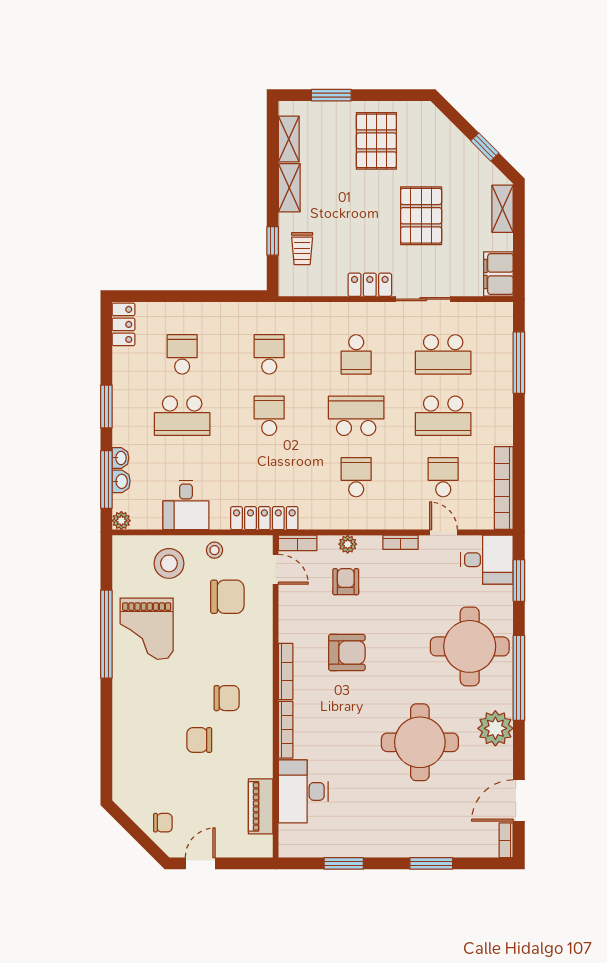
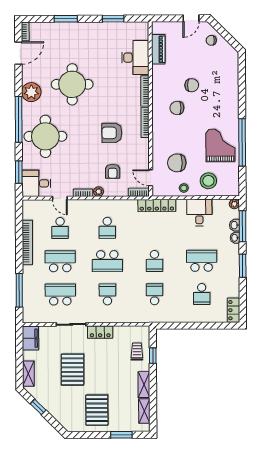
school desk: (269, 354) -> (155, 294), turned 180
bookcase: (504, 488) -> (27, 242), moved
plant: (348, 544) -> (99, 192), moved

